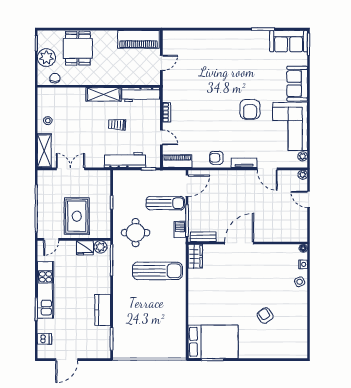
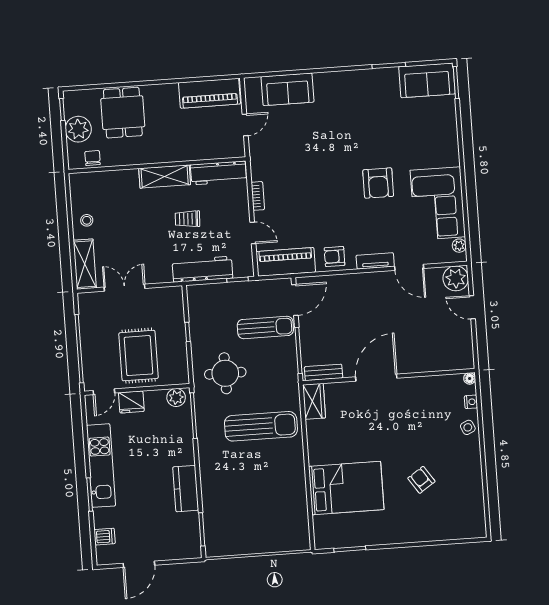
sofa: (297, 84) -> (288, 89), moved, turned -90
piano: (177, 161) -> (286, 262), width x1.37, depth x1.33
plant: (303, 175) -> (456, 278), width x1.88, depth x1.88
barbecue: (180, 229) -> (289, 364), removed
fridge: (85, 248) -> (131, 402), moved
bed: (213, 342) -> (346, 488), moved

